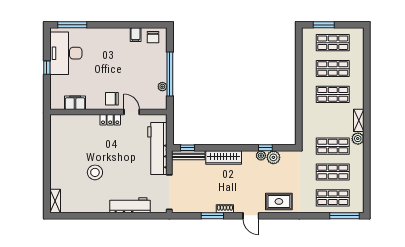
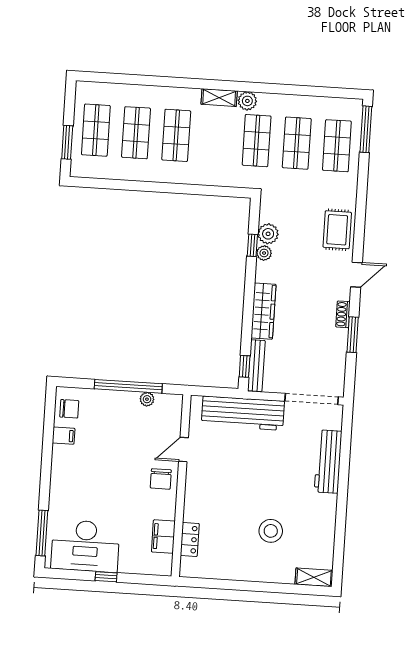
locker: (110, 120) -> (190, 539), moved
stool: (95, 172) -> (271, 531), moved

